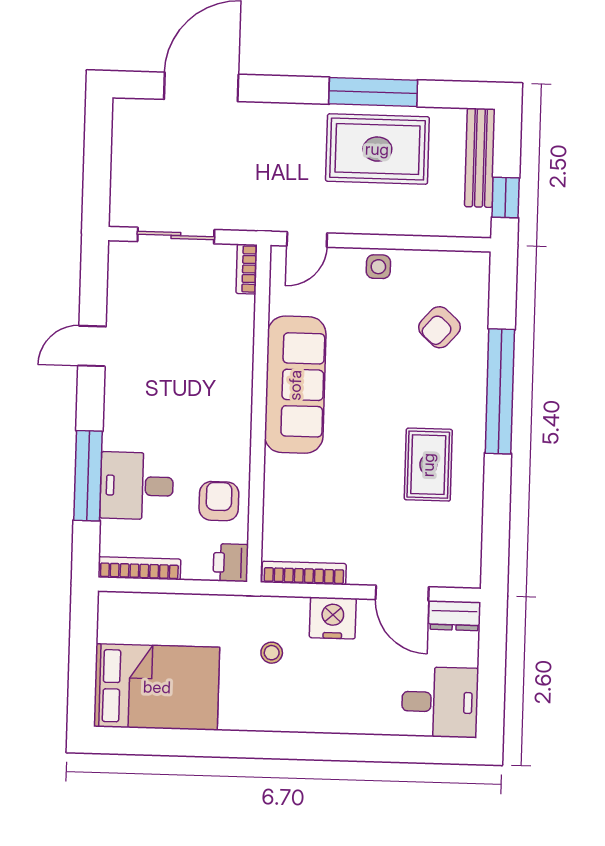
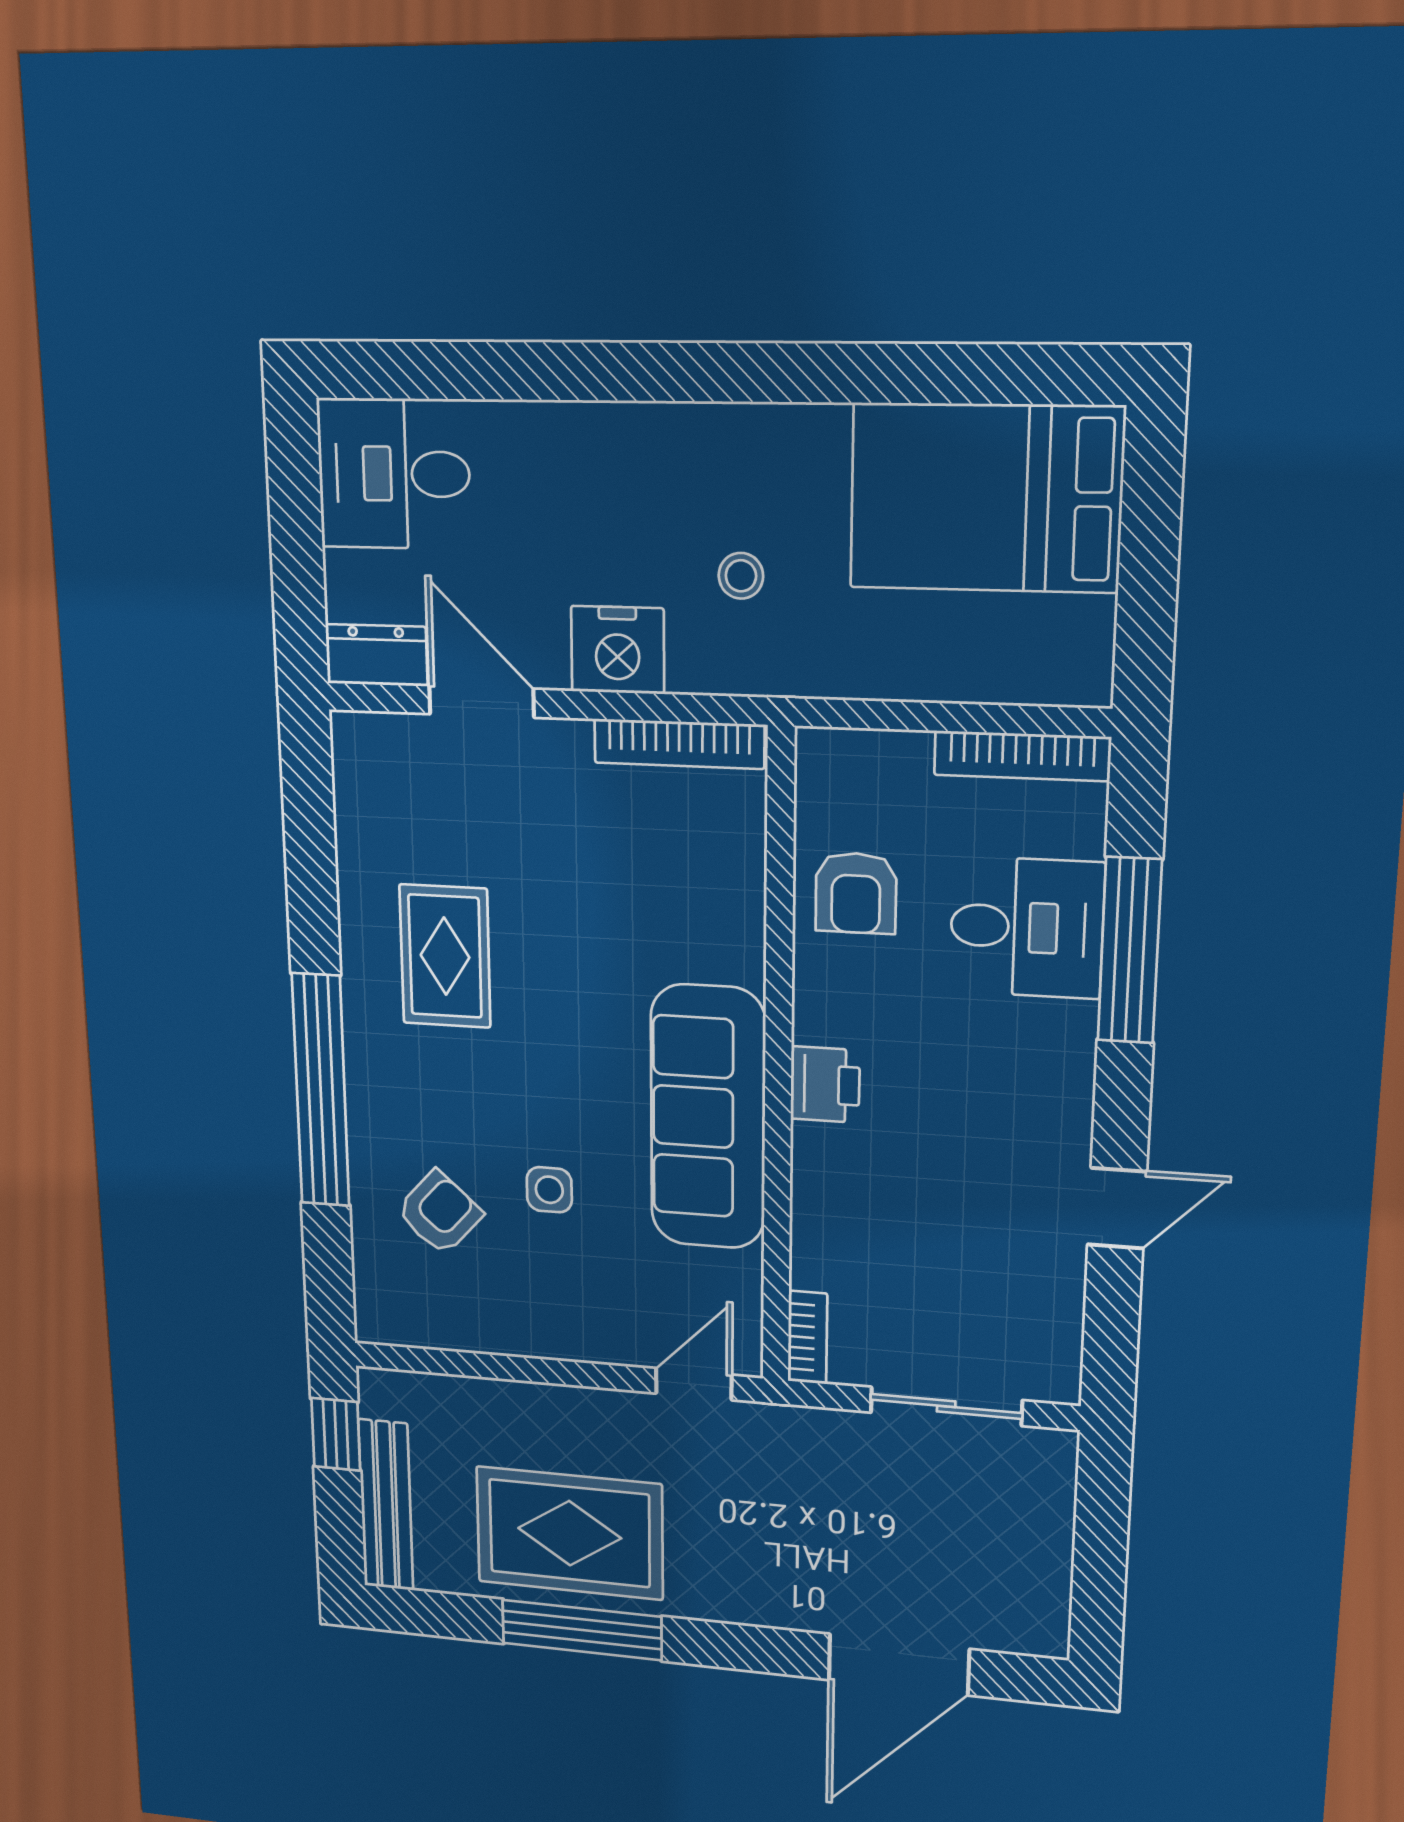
side table: (378, 267) -> (549, 1190), moved
printer: (231, 563) -> (825, 1085), moved

